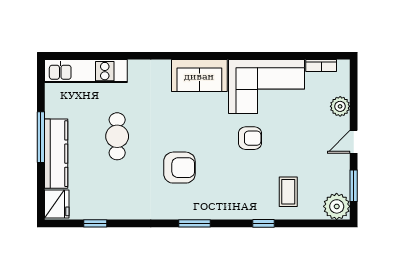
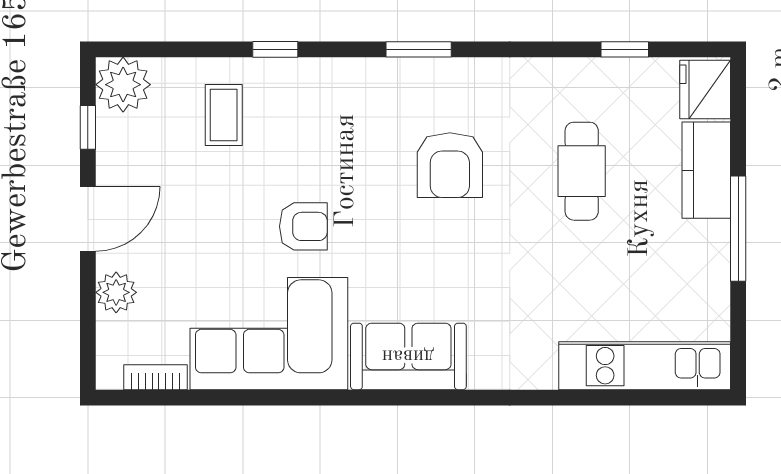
cafe table: (117, 136) -> (582, 171), moved
armchair: (250, 138) -> (303, 226), turned 180
door: (354, 142) -> (88, 219), width x1.38
kitchen counter: (56, 154) -> (706, 170), width x0.67
armchair: (179, 168) -> (450, 165), turned -90
window: (354, 186) -> (88, 127), width x0.67

